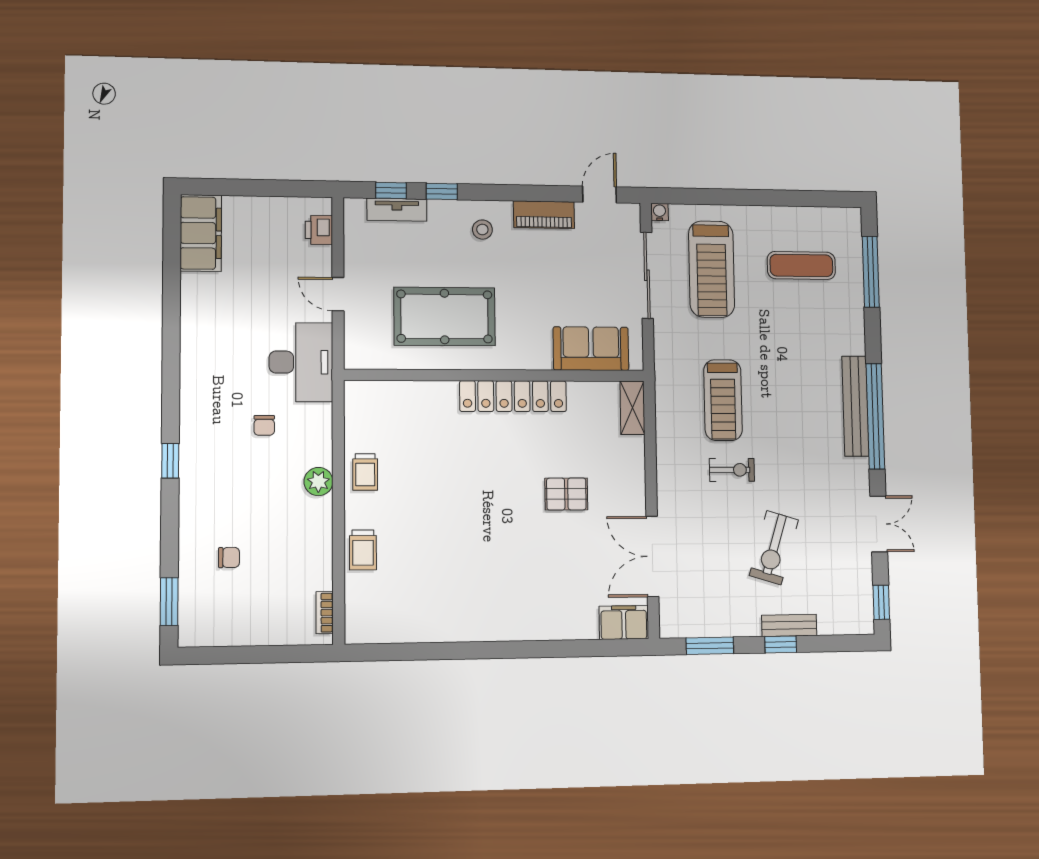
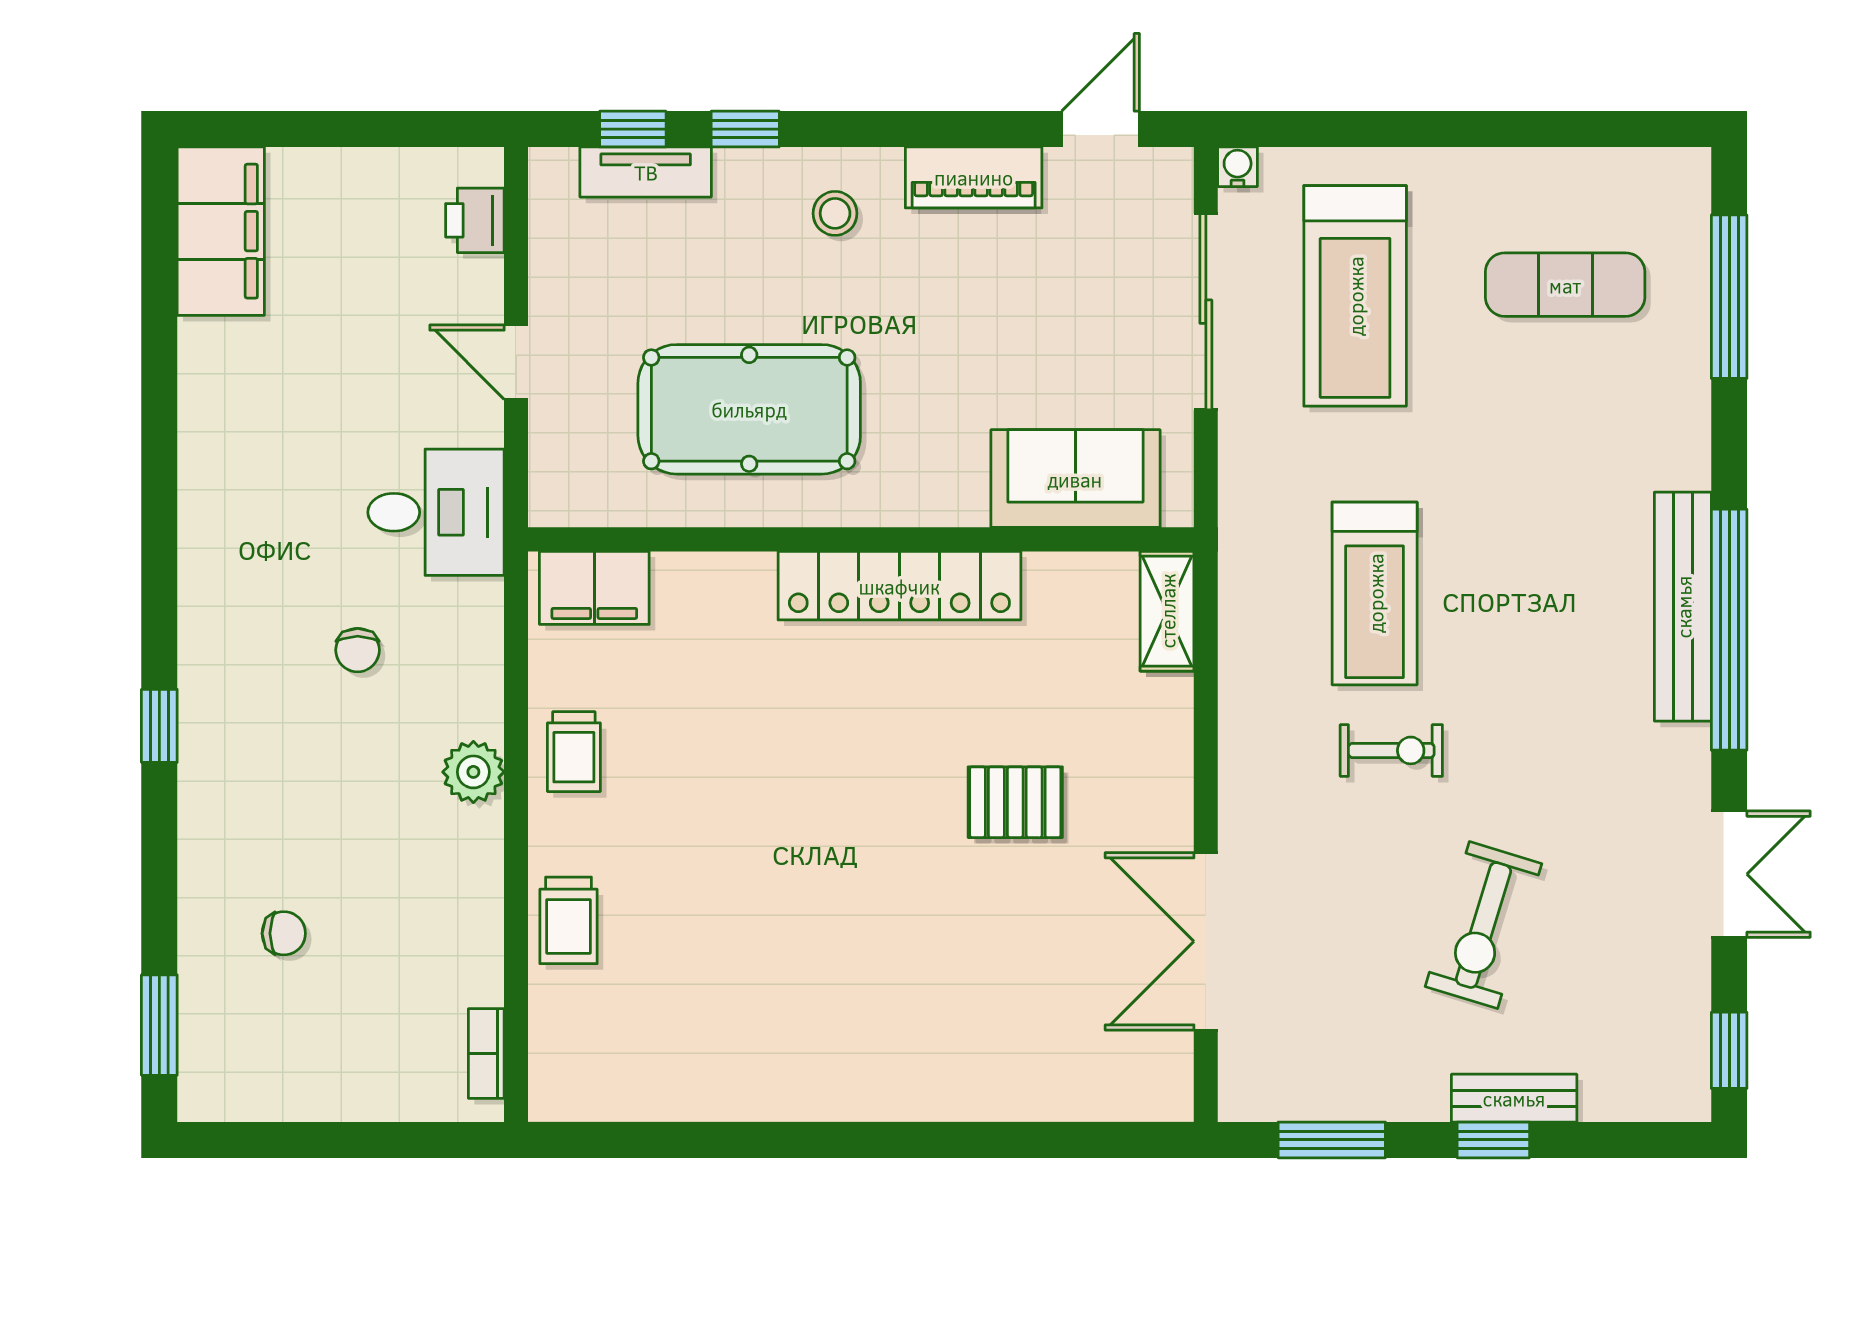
desk: (301, 362) -> (436, 512), width x0.73
filing cabinet: (624, 622) -> (594, 588), moved, turned 180

